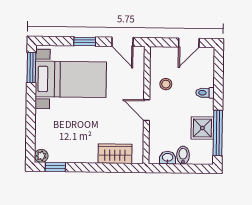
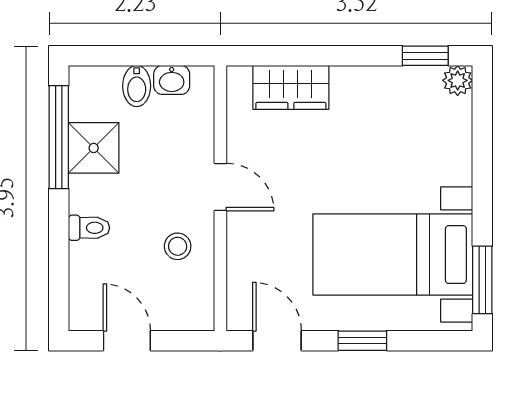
door: (189, 43) -> (127, 341), hinge flipped

